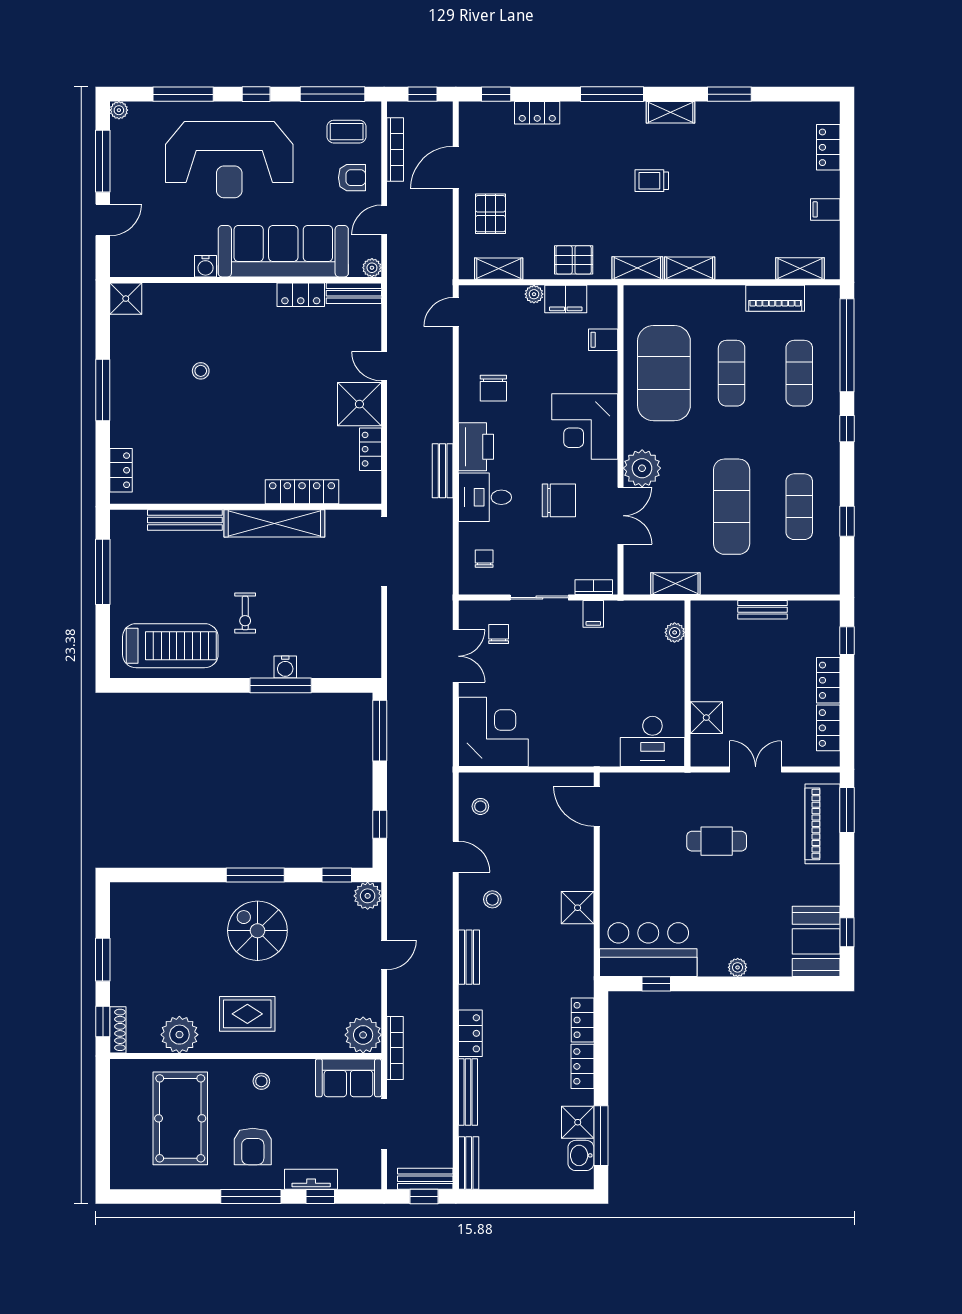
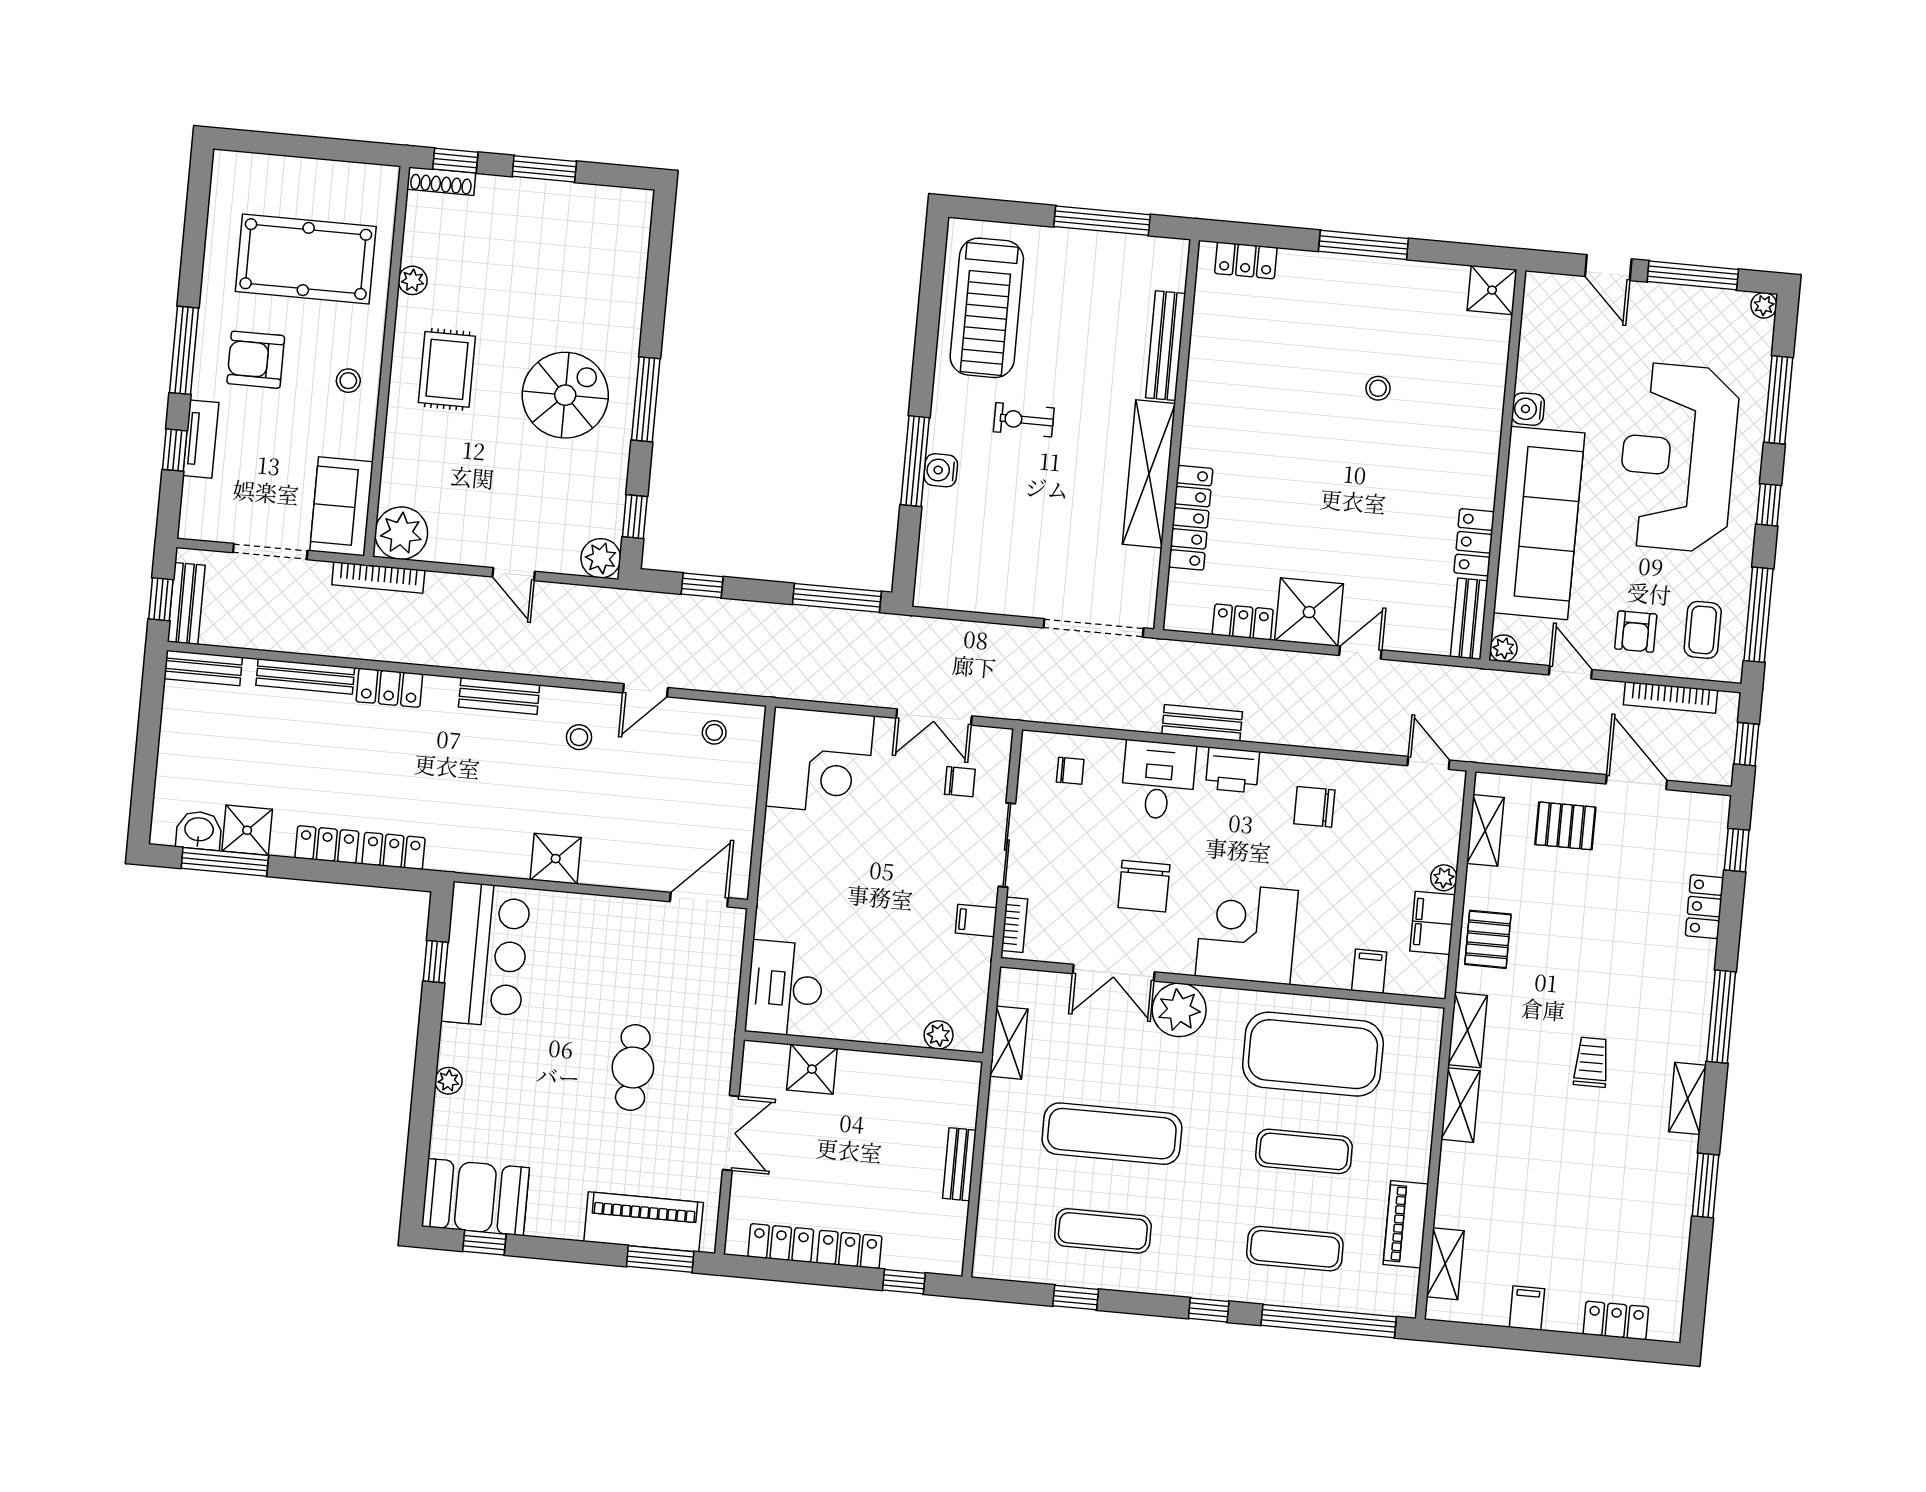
printer: (476, 447) -> (1232, 770), width x0.73, depth x0.84
plant: (179, 1035) -> (413, 280), width x0.53, depth x0.53

